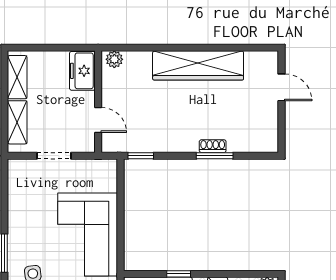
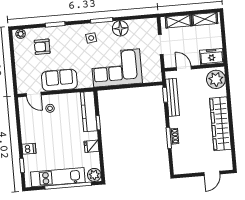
plant: (114, 59) -> (216, 79), width x1.87, depth x1.87
door: (98, 120) -> (184, 68), swing flipped
bench: (146, 144) -> (172, 97), added
floor lamp: (21, 223) -> (120, 28), added

